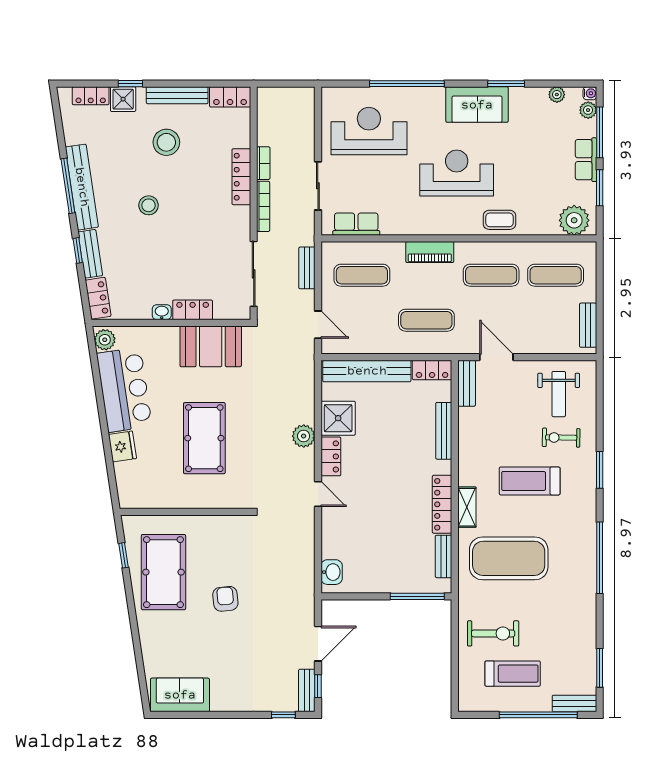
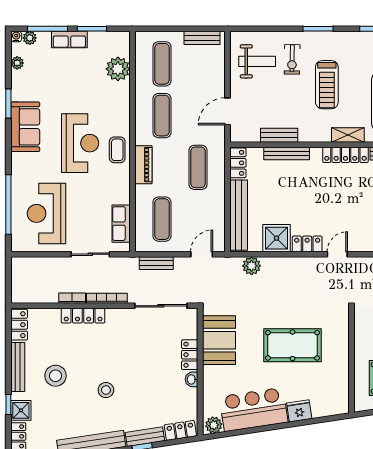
window: (407, 84) -> (8, 204), moved
reception desk: (457, 173) -> (80, 143), turned 180
coffee table: (499, 220) -> (117, 150), moved
plant: (574, 220) -> (118, 69), moved
bench: (467, 383) -> (279, 135), moved
plant: (304, 436) -> (252, 266), moved

